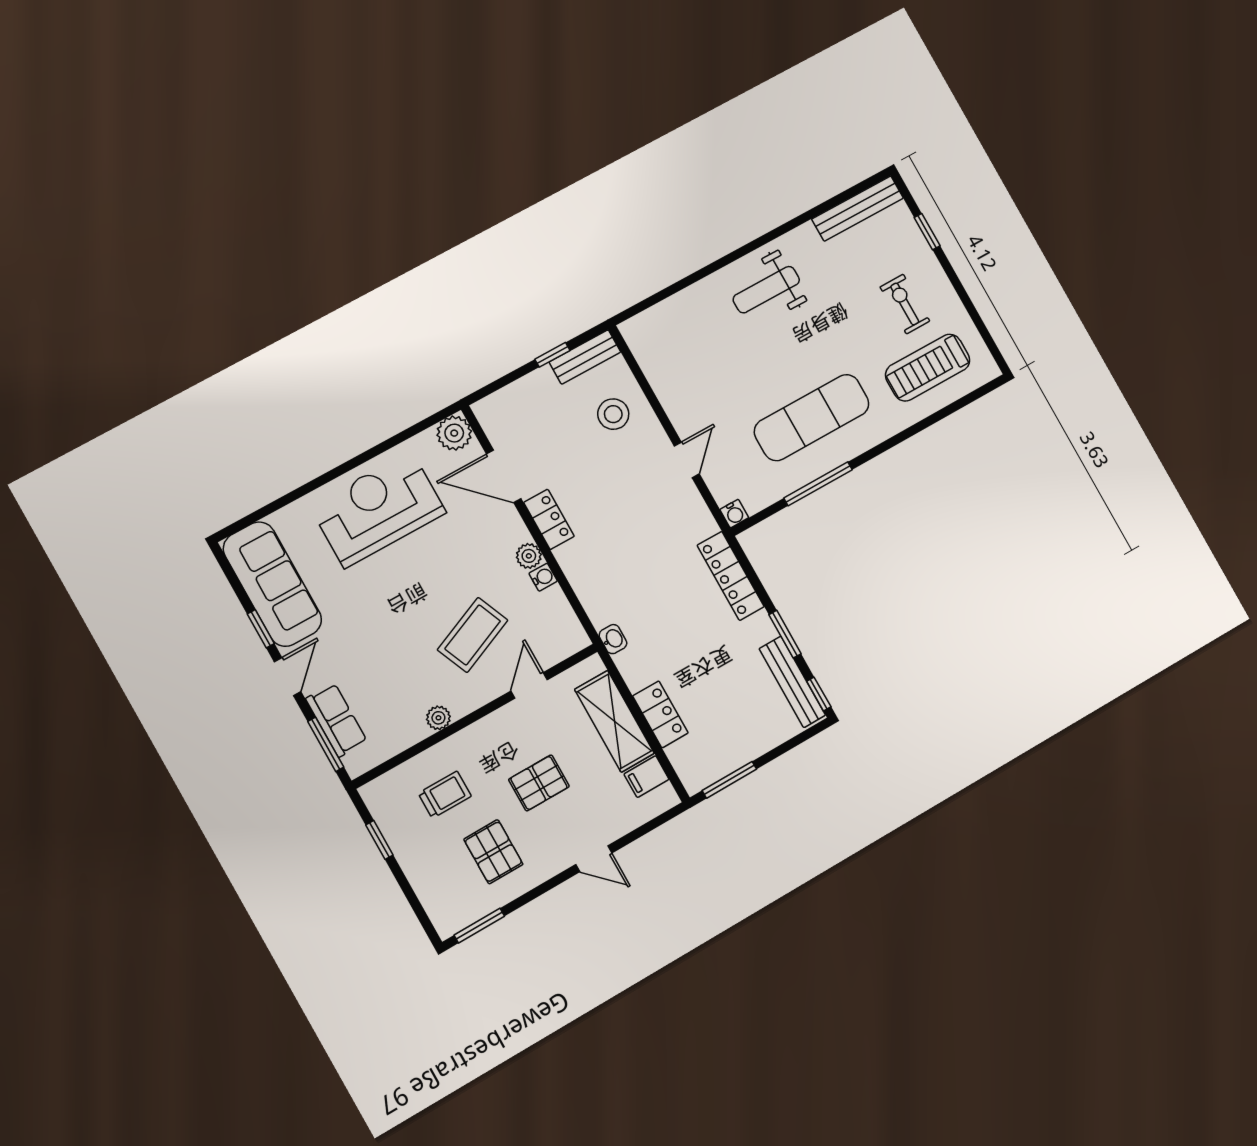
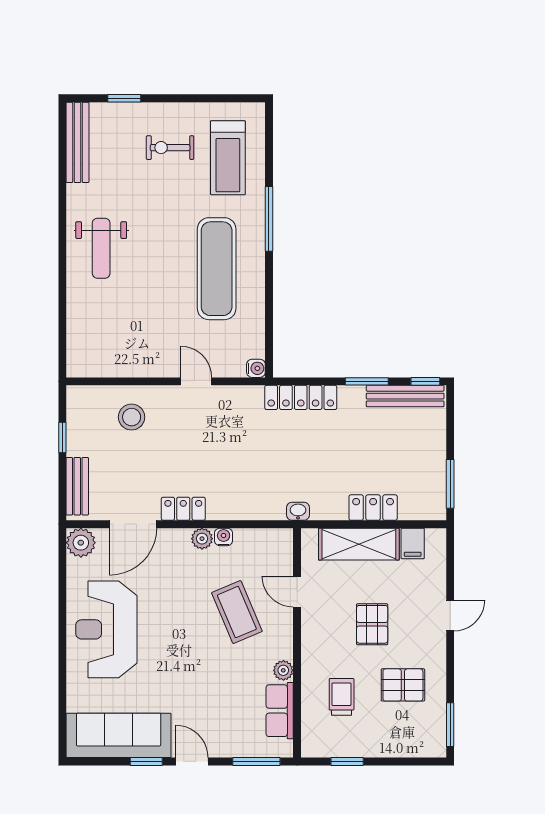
bench: (585, 357) -> (77, 486), moved
window: (818, 484) -> (269, 219), moved
row of seats: (336, 720) -> (280, 711), moved, turned -90

